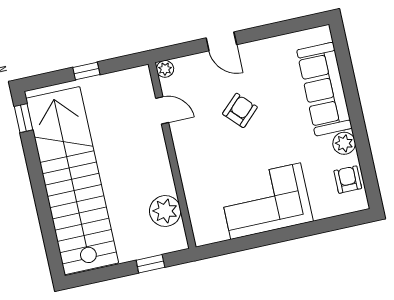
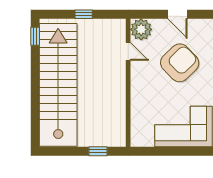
plant: (165, 69) -> (141, 29), width x1.87, depth x1.87
armchair: (240, 110) -> (180, 63), width x1.88, depth x1.88
plant: (165, 211) -> (115, 119), removed

